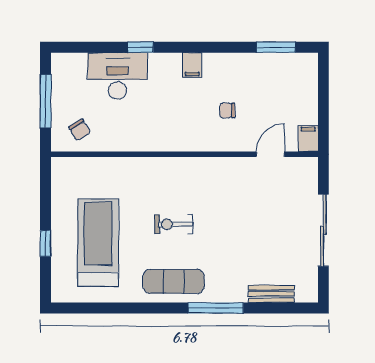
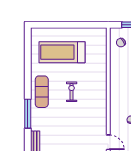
treadmill: (98, 242) -> (62, 52), turned 180
window: (45, 244) -> (61, 25), removed

